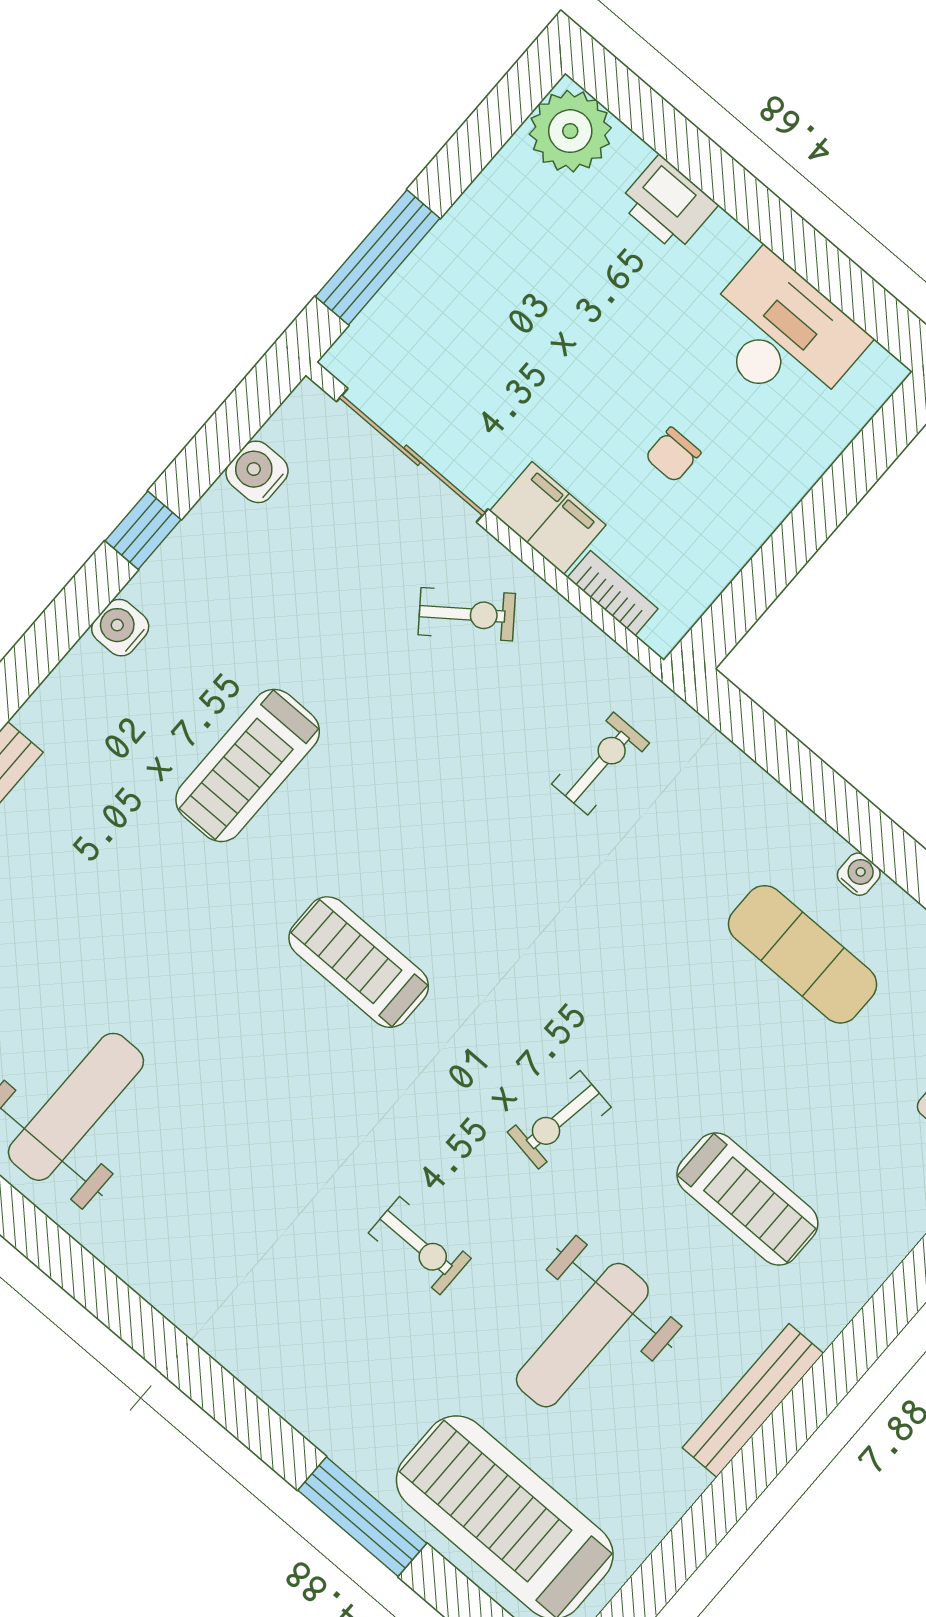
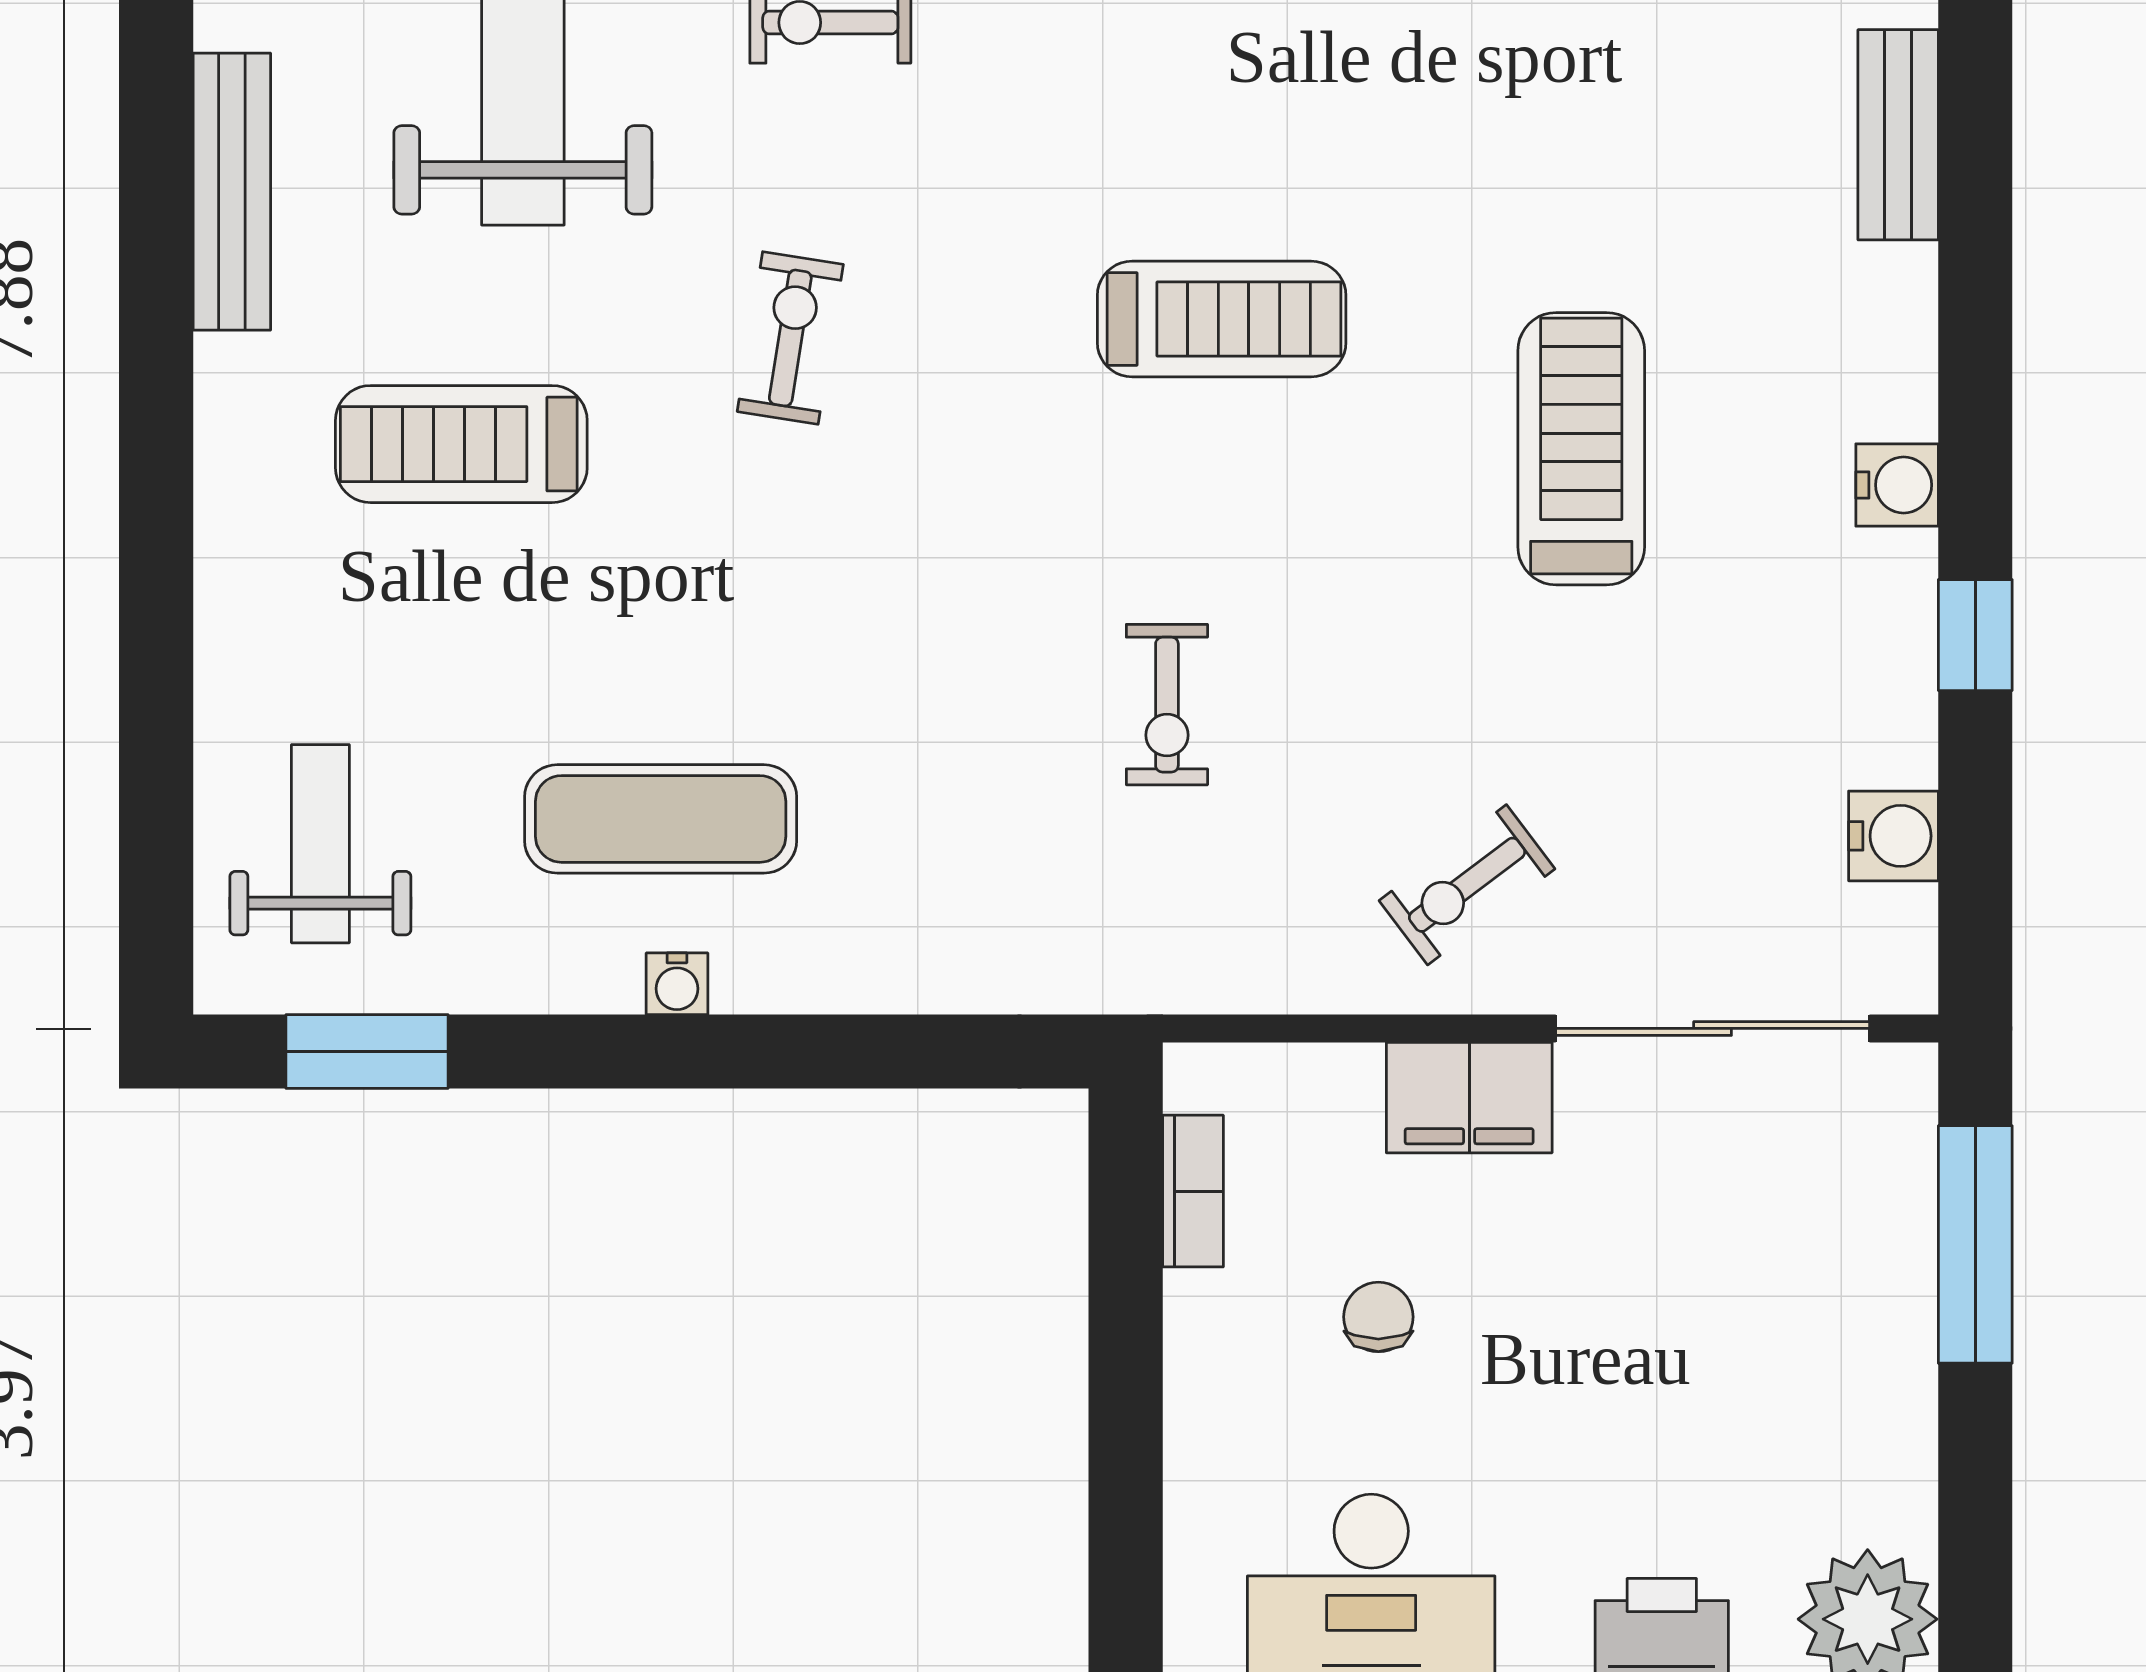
bookcase: (613, 593) -> (1193, 1191), moved, turned -90
exercise bike: (601, 764) -> (1167, 705), moved

